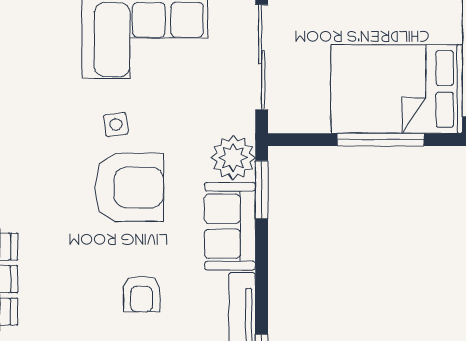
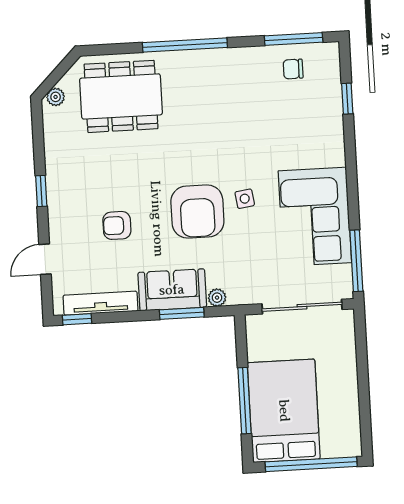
plant: (233, 158) -> (217, 298), width x0.53, depth x0.53
window: (262, 190) -> (182, 313), moved

